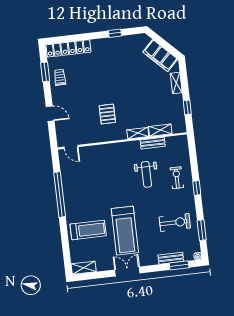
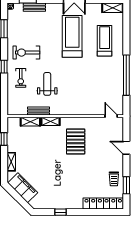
pallet: (107, 114) -> (76, 141), width x1.50, depth x1.42
exercise bike: (175, 222) -> (26, 53), moved
treadmill: (88, 230) -> (105, 41), turned 90

